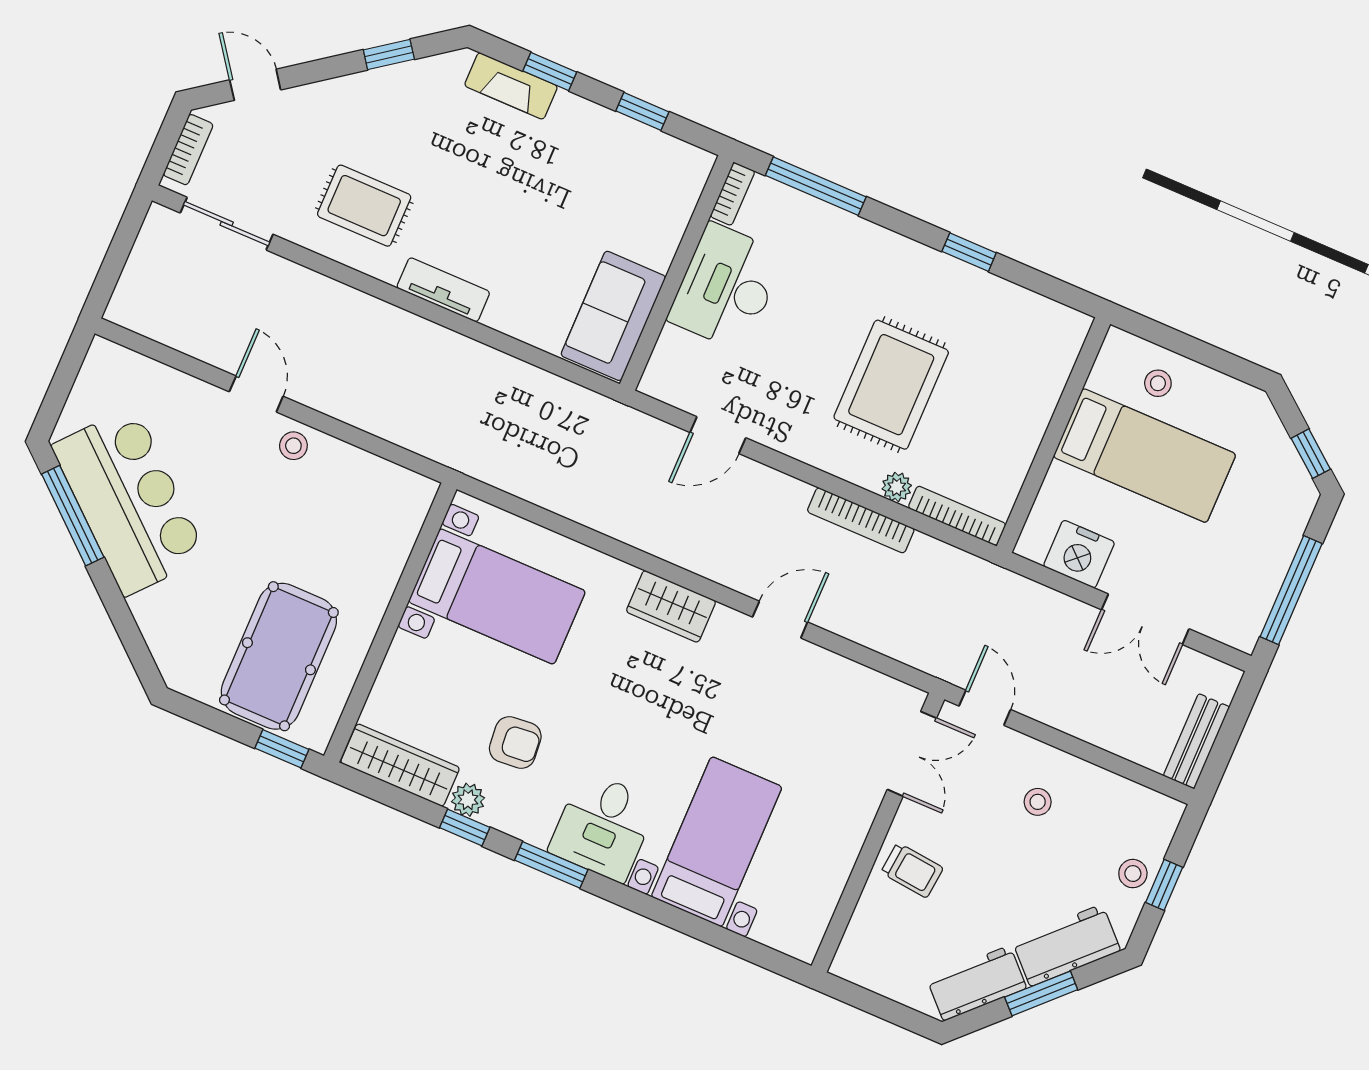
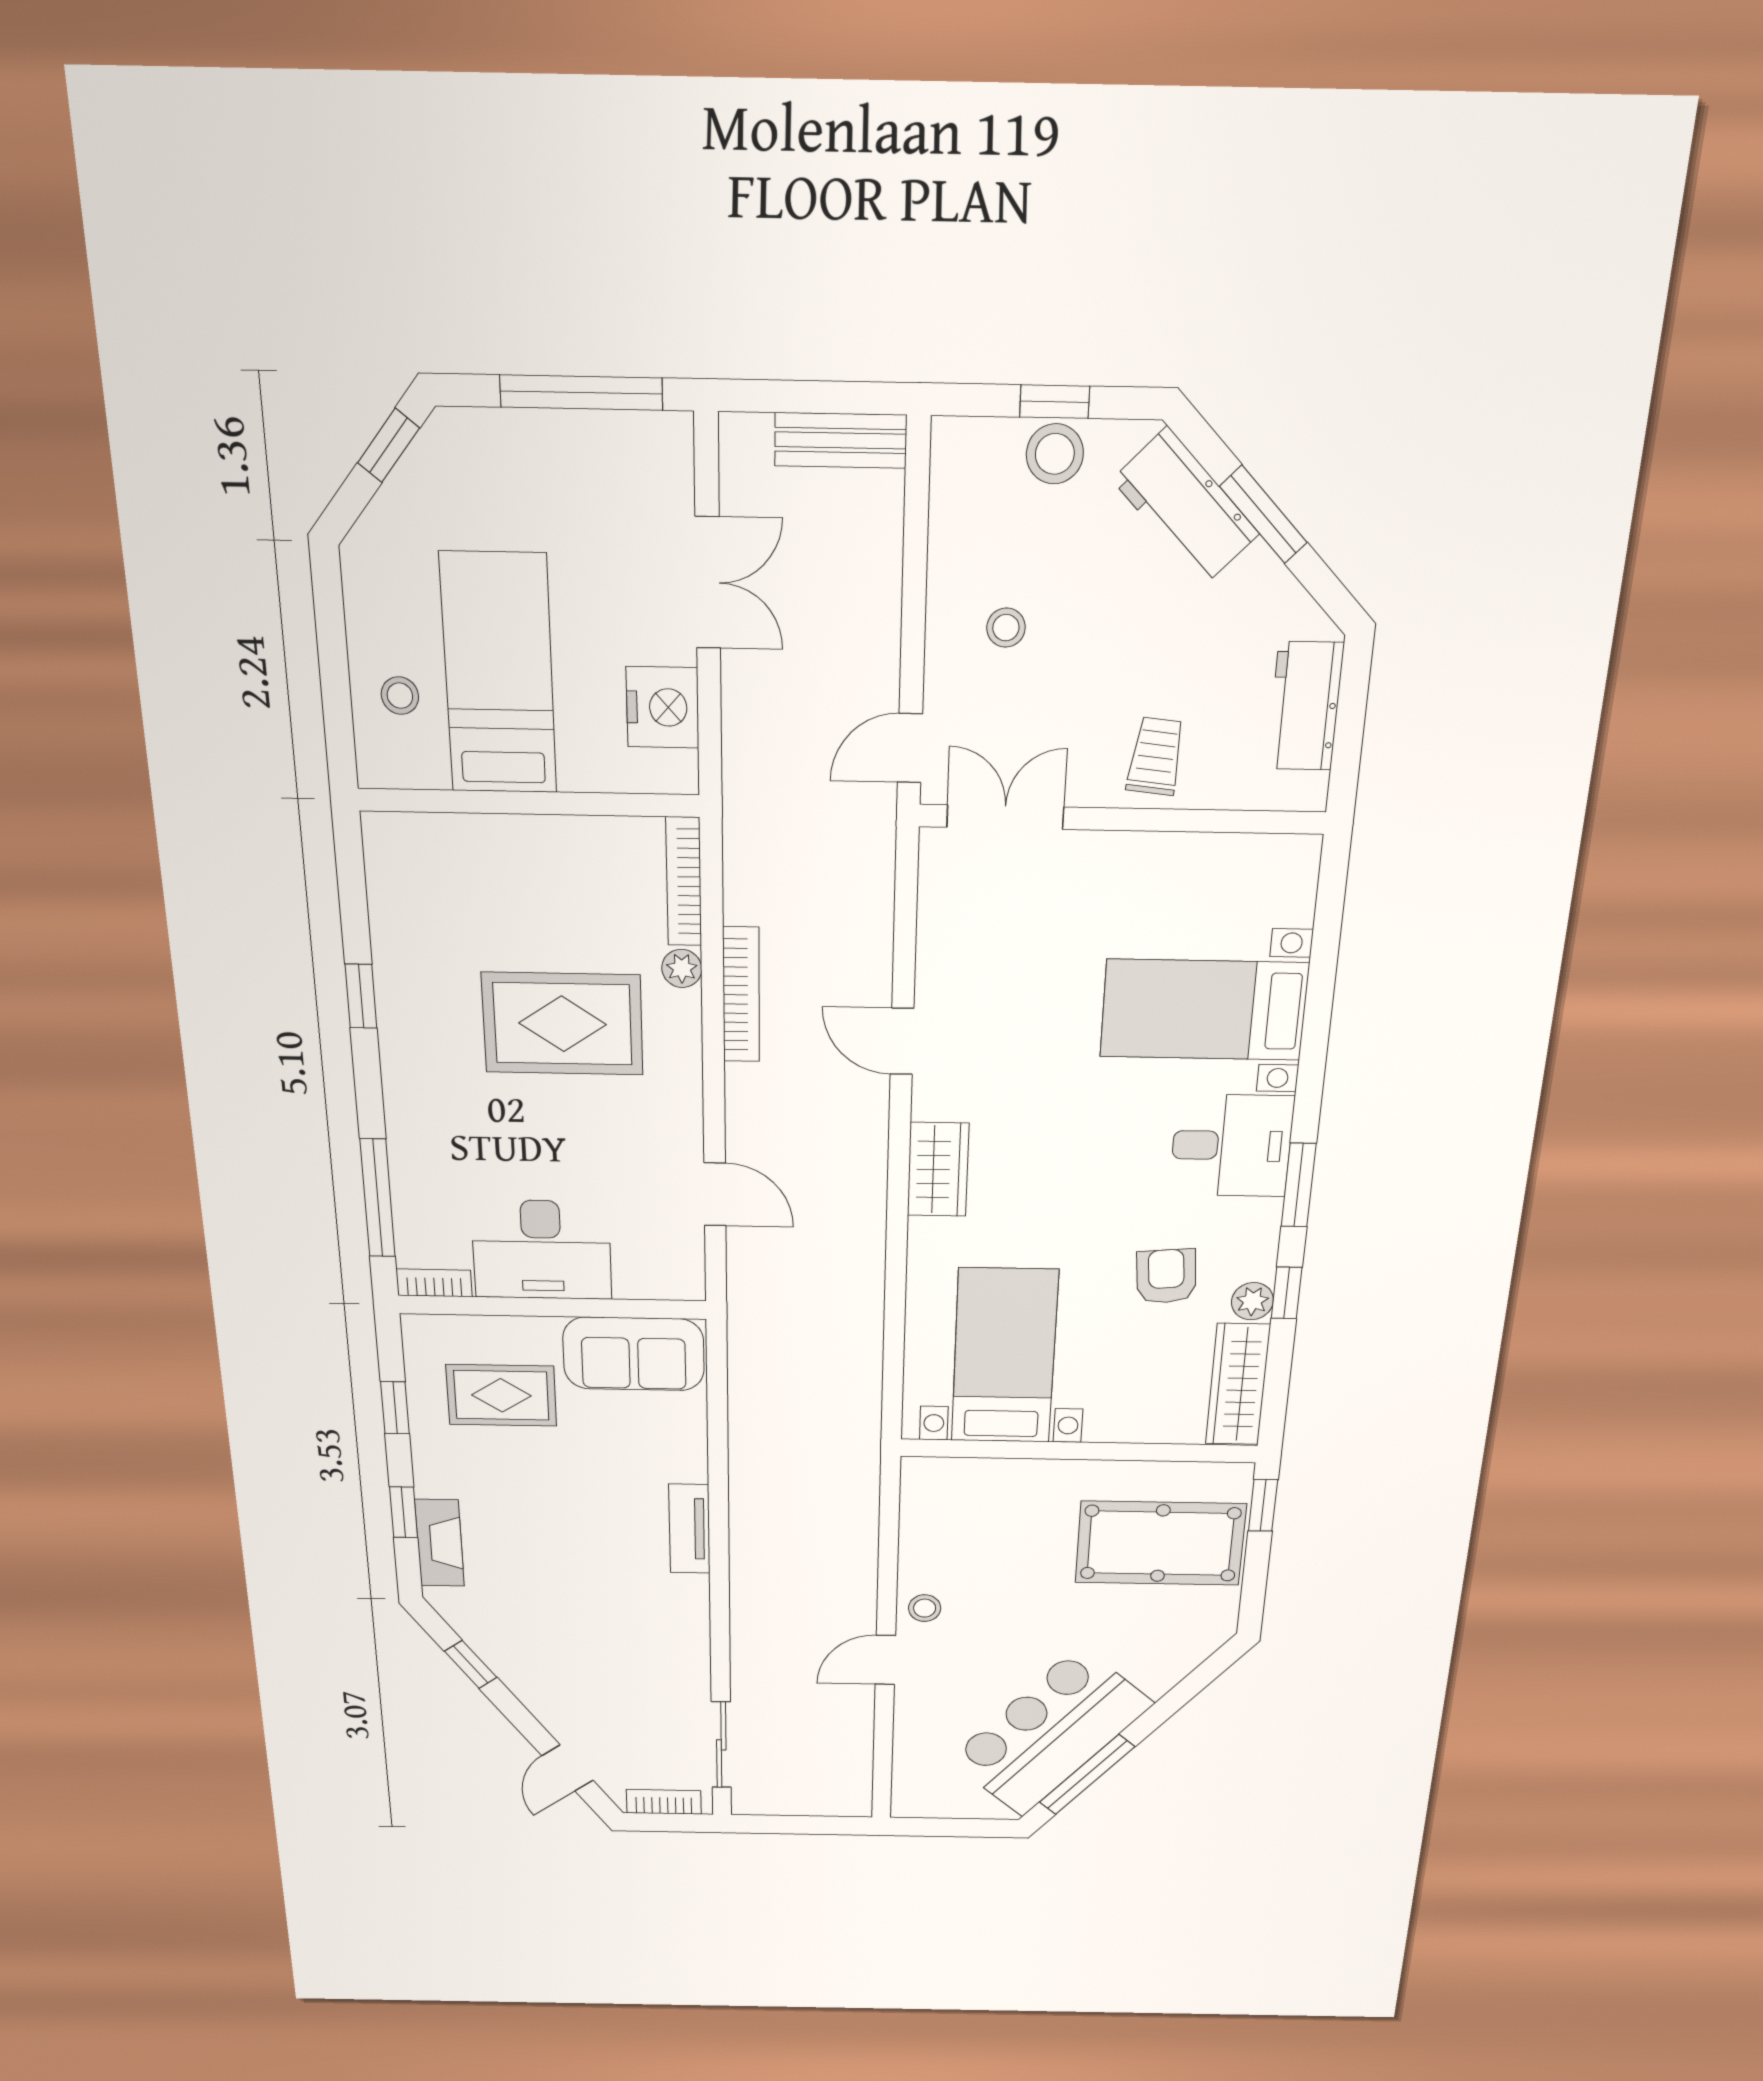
rug: (364, 206) -> (501, 1395), moved, turned 90
stool: (1133, 874) -> (1055, 454), width x1.37, depth x1.37
workbench: (977, 983) -> (1305, 706), moved, turned 45

